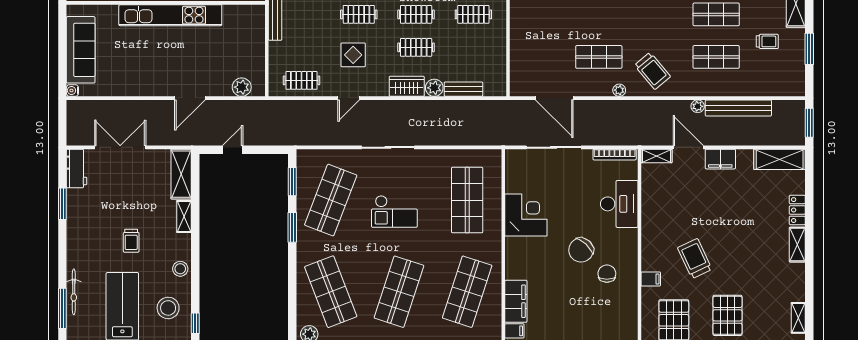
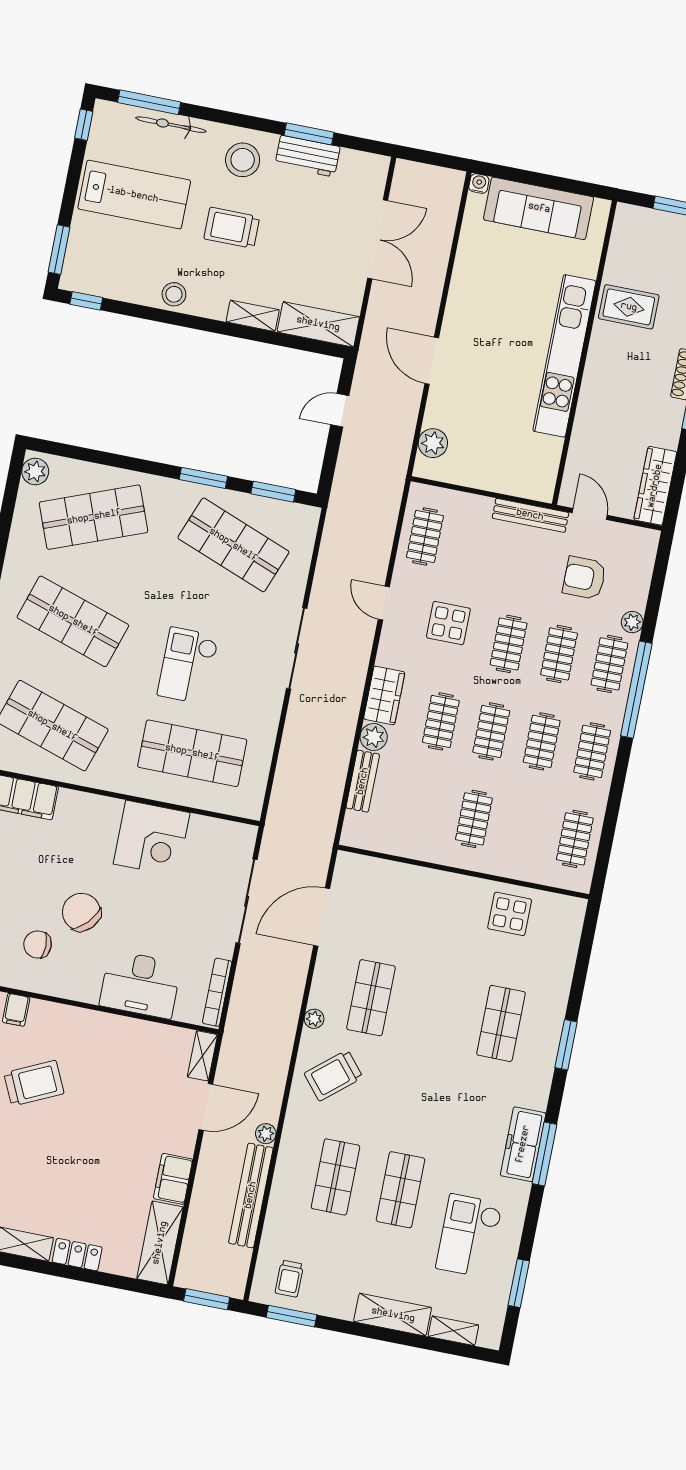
trolley: (767, 41) -> (289, 1279), moved
window: (809, 49) -> (292, 1316), moved
door: (233, 150) -> (340, 410), swing flipped
filing cabinet: (720, 159) -> (173, 1179), moved
workbench: (77, 168) -> (308, 156), moved
checkout: (394, 211) -> (188, 666), moved
trolley: (131, 241) -> (232, 228), width x1.36, depth x1.39
chair: (607, 274) -> (38, 944), turned 180
stool: (168, 308) -> (243, 160), moved

